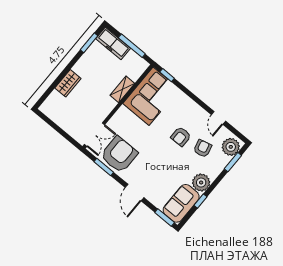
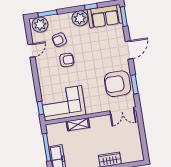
double door: (95, 135) -> (122, 111), swing flipped

